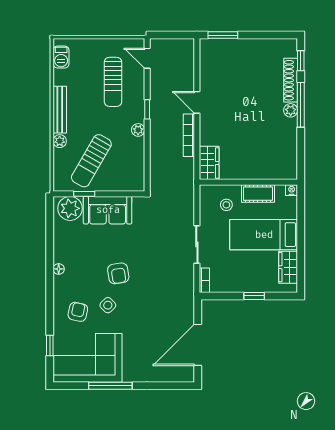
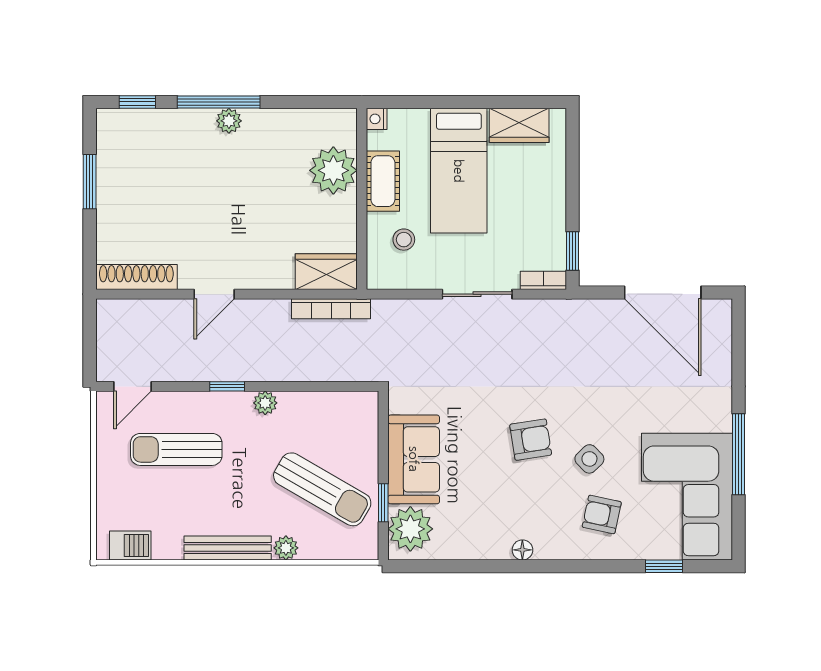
window: (223, 35) -> (90, 182), moved
shoe rack: (291, 80) -> (136, 277), moved, turned 180
sun lounger: (113, 82) -> (176, 449), turned 180
bookcase: (189, 135) -> (331, 309), moved
plant: (264, 167) -> (333, 170), added
window: (254, 296) -> (572, 251), moved

